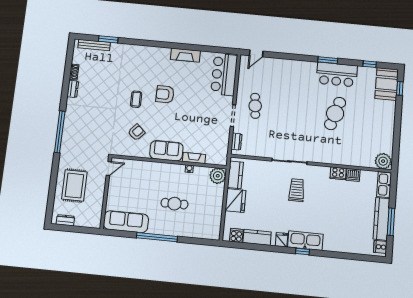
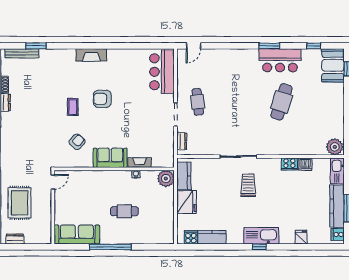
fireplace: (185, 55) -> (91, 55), moved
fridge: (282, 240) -> (301, 237), moved

